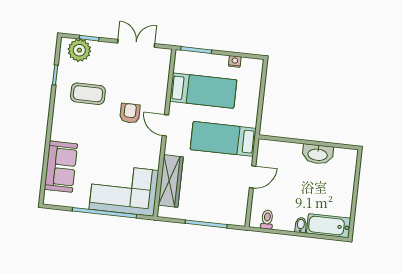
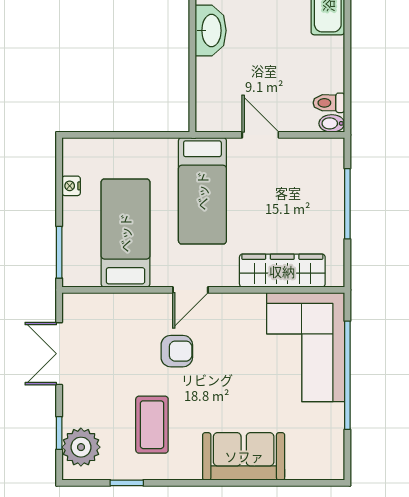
armchair: (130, 113) -> (177, 351), turned 180
sofa: (61, 167) -> (244, 456), moved
bidet: (301, 225) -> (332, 123), moved

